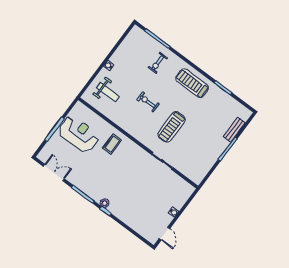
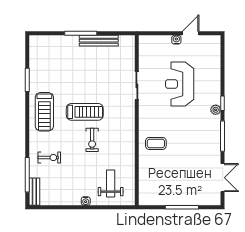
bench: (142, 35) -> (34, 192), added
treadmill: (172, 127) -> (85, 112), moved
bench: (234, 130) -> (99, 41), moved, width x1.36
reception desk: (79, 134) -> (180, 84), moved
double door: (54, 173) -> (223, 178), swing flipped
door: (164, 234) -> (191, 33), moved

